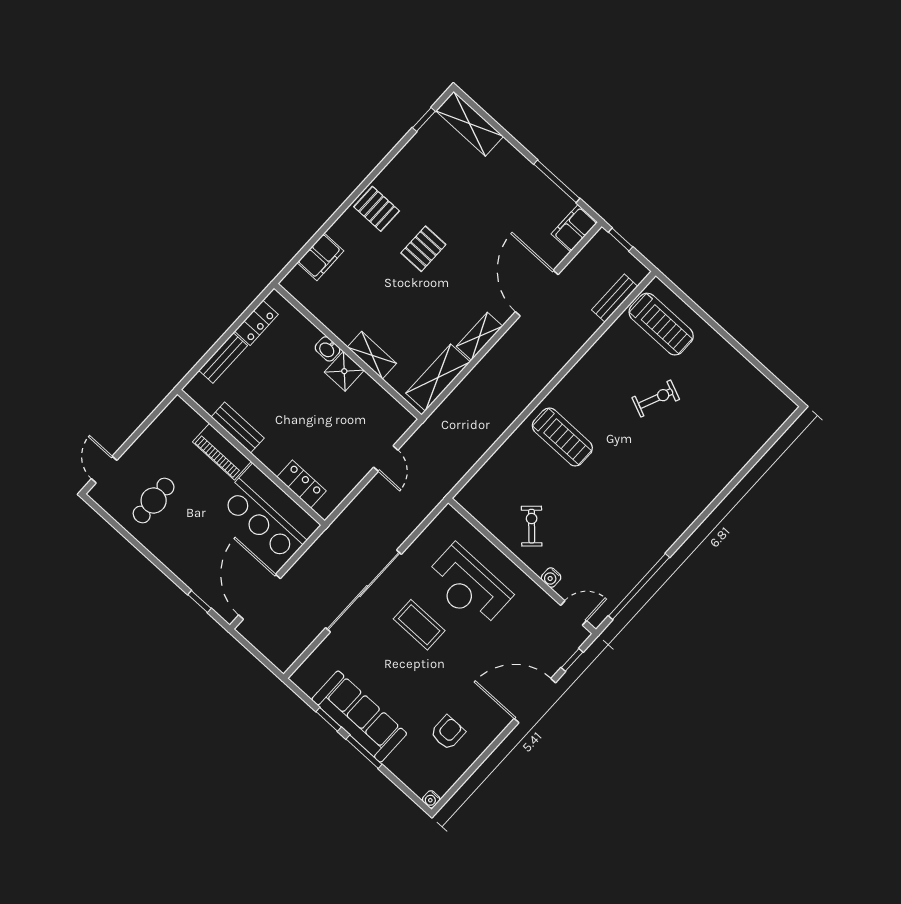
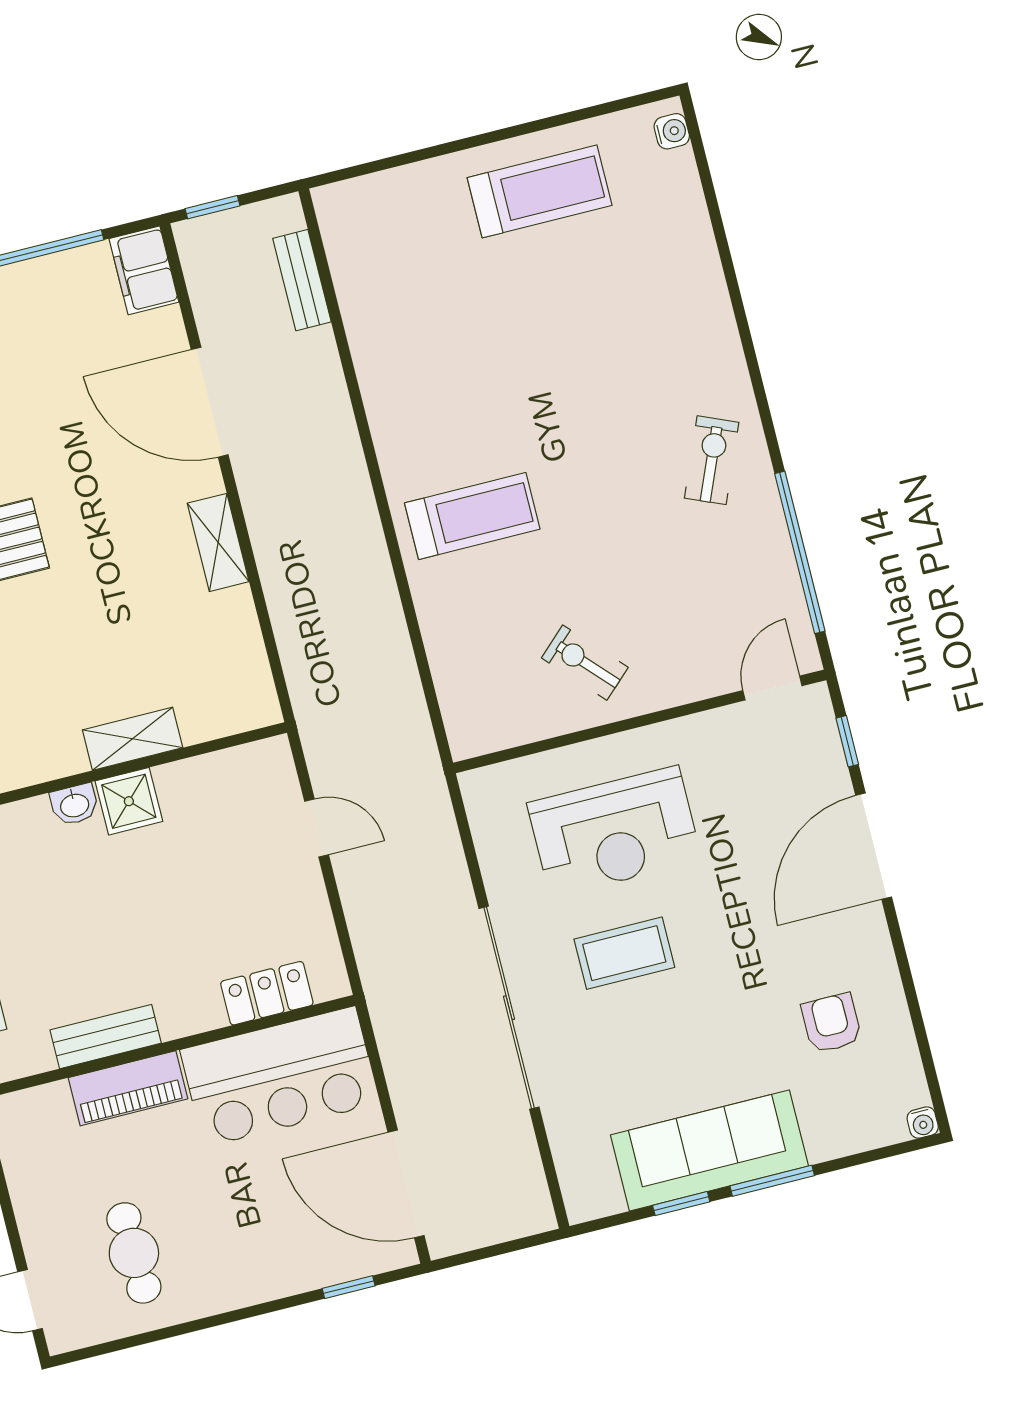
treadmill: (661, 324) -> (540, 191), moved
shelving: (438, 377) -> (241, 655), removed
exercise bike: (656, 399) -> (712, 460), moved
water cooler: (551, 578) -> (672, 131), moved, turned -90

